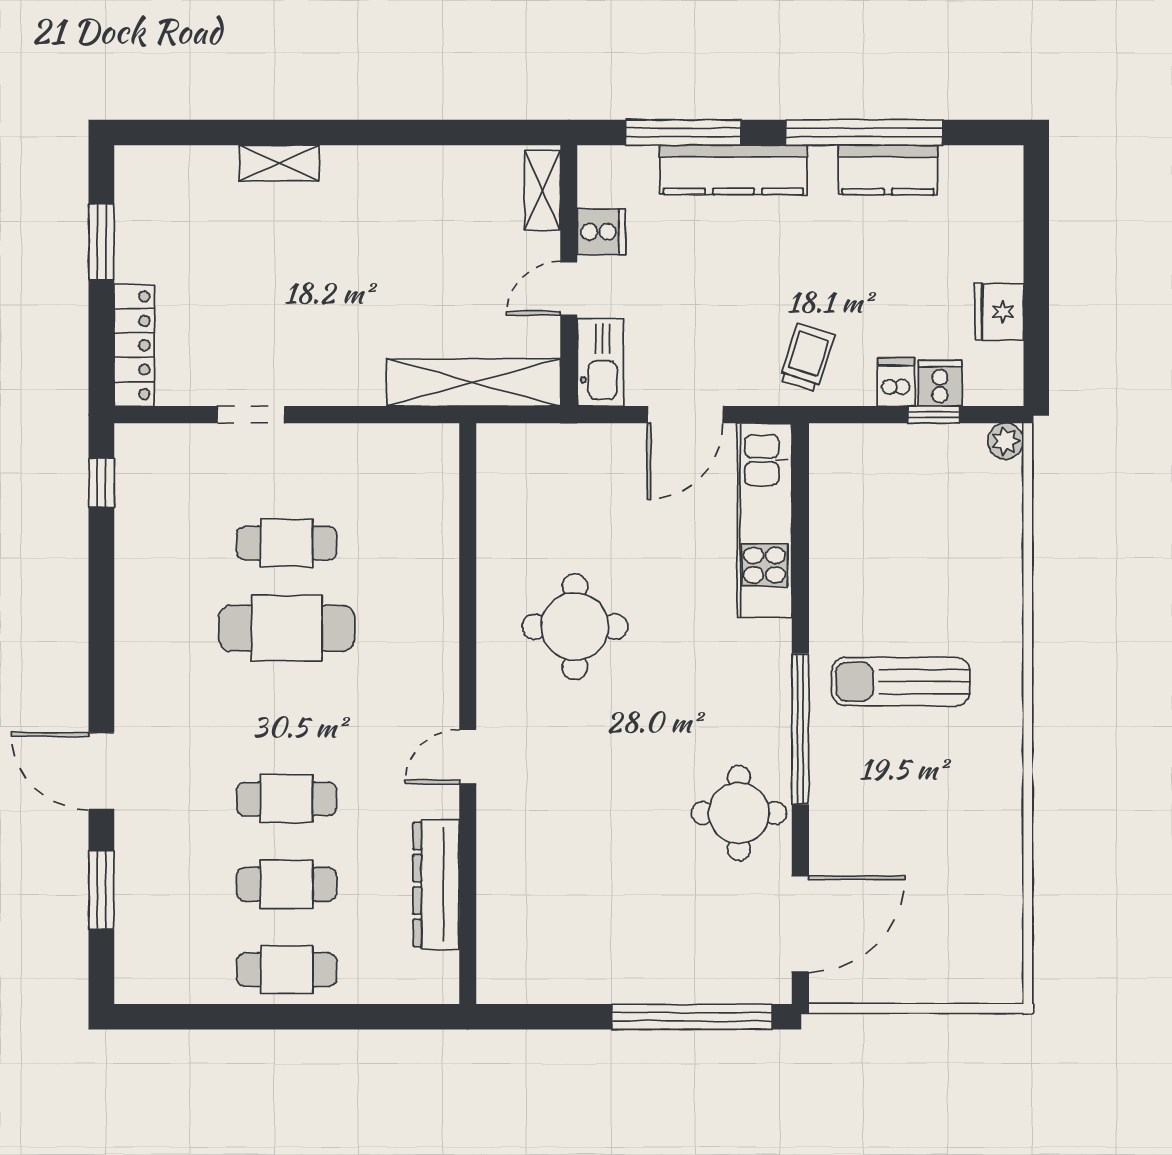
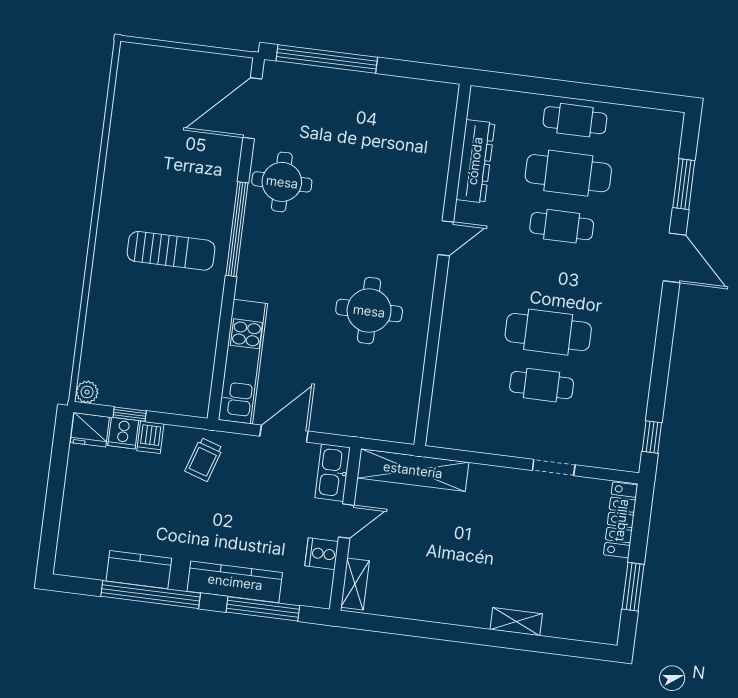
fridge: (999, 312) -> (90, 430), moved, turned 90
cafe table: (287, 884) -> (568, 173), width x1.37, depth x1.35

